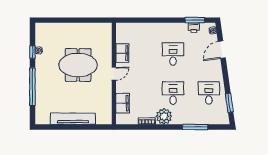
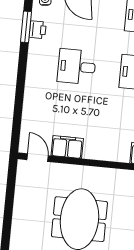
door: (114, 74) -> (38, 158), moved

